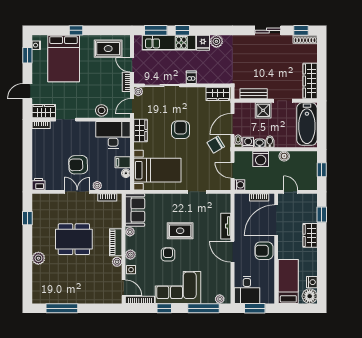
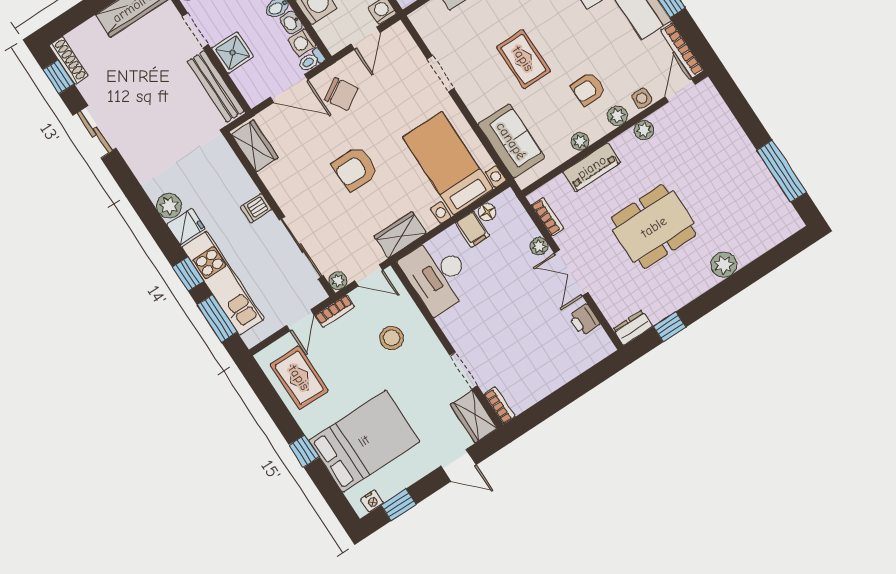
bench: (254, 94) -> (216, 86), width x1.36
stool: (102, 110) -> (392, 338), moved
armchair: (78, 165) -> (525, 301), removed
printer: (38, 184) -> (584, 320), moved
dresser: (37, 202) -> (633, 328), added
sofa: (135, 210) -> (511, 141), moved, turned 90
dining table: (74, 239) -> (654, 227), turned 90
piano: (116, 242) -> (592, 167), moved
armchair: (168, 254) -> (588, 89), moved

